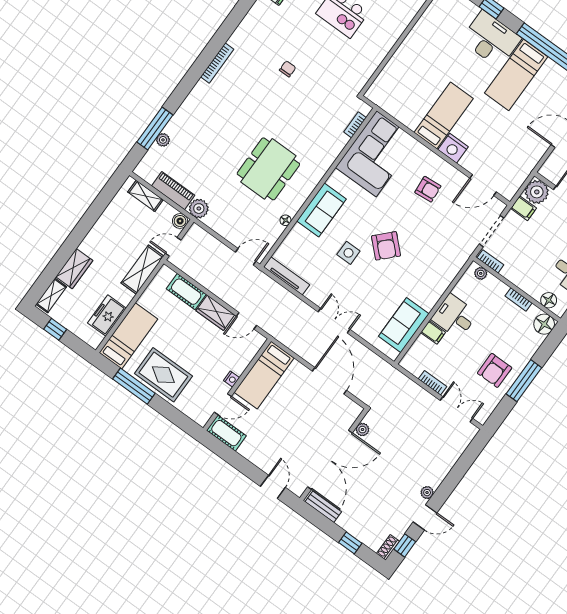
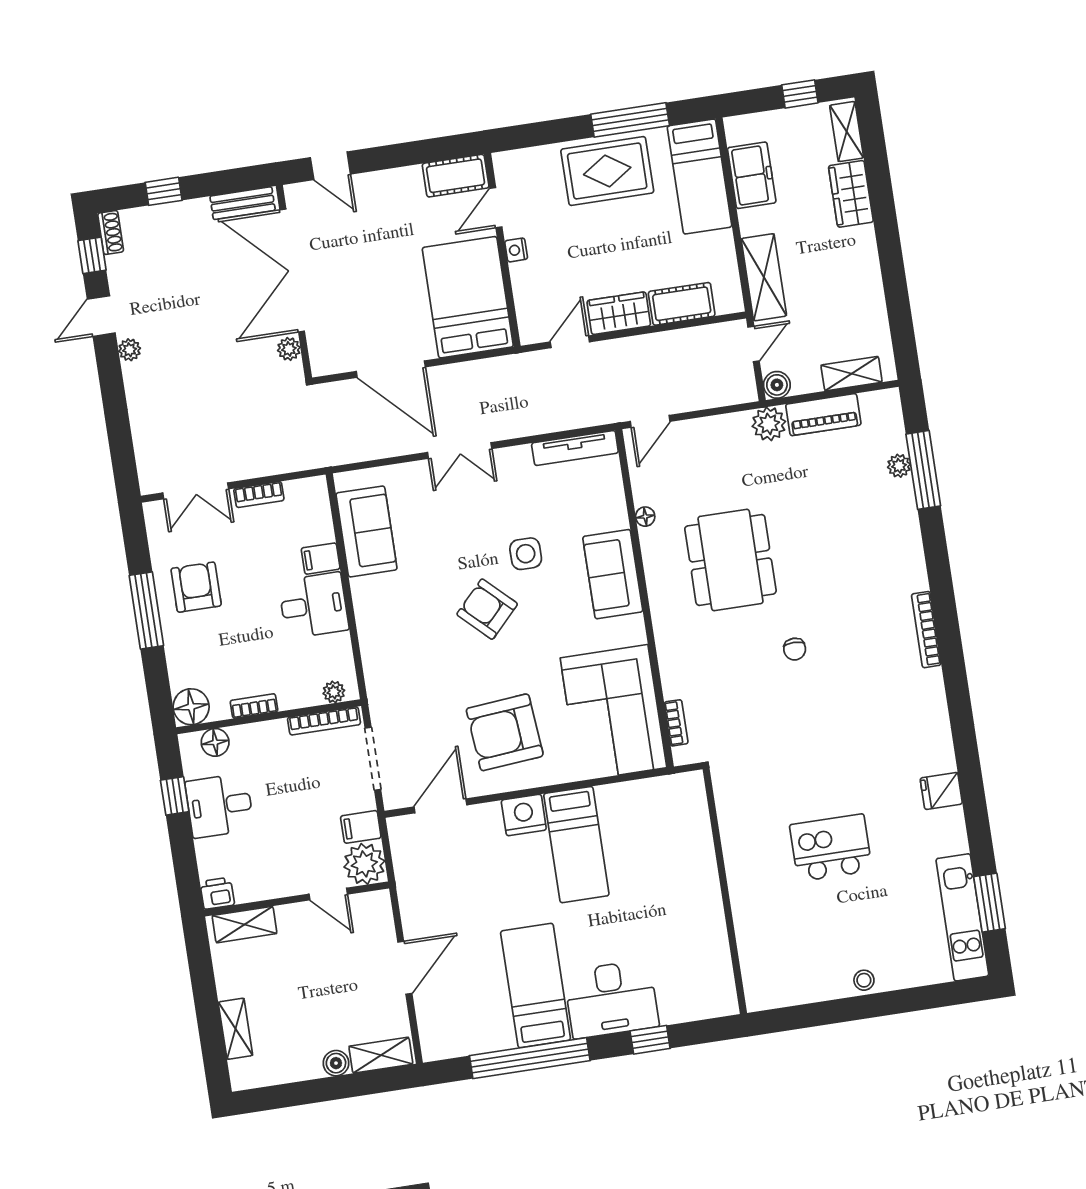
chair: (288, 69) -> (795, 649), moved
armchair: (428, 189) -> (505, 732), width x1.88, depth x1.88
bookcase: (490, 261) -> (324, 721), width x1.56
bed: (264, 375) -> (468, 297), width x1.50

